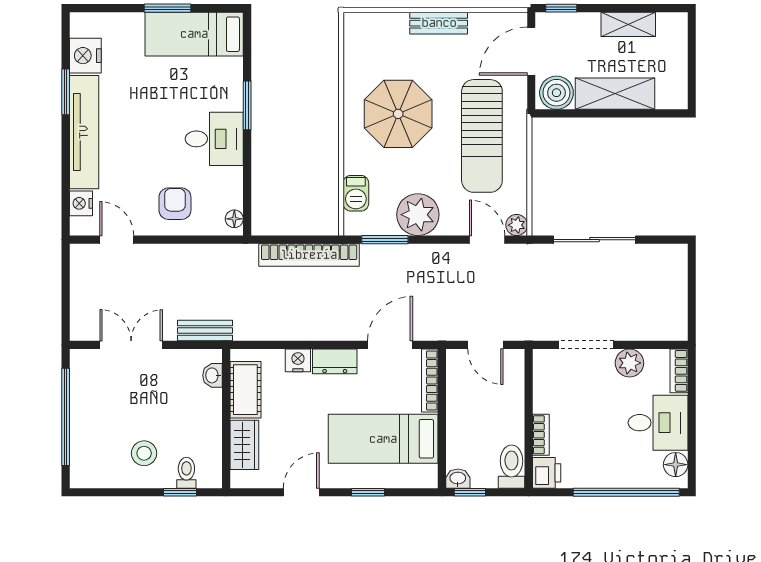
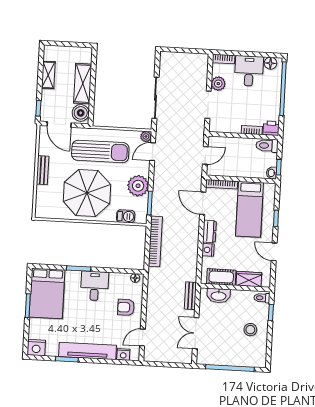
bed: (194, 34) -> (47, 293), width x1.50
nightstand: (85, 56) -> (36, 348), moved
parasol: (398, 114) -> (87, 193), width x1.36, depth x1.36
washbasin: (212, 375) -> (219, 296), width x1.91, depth x1.45
toilet: (186, 473) -> (262, 298), moved

